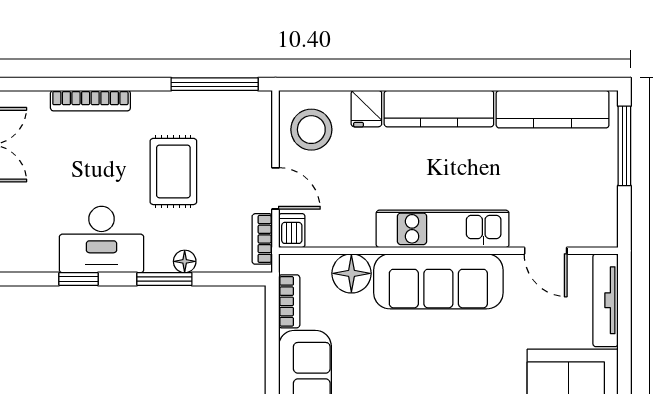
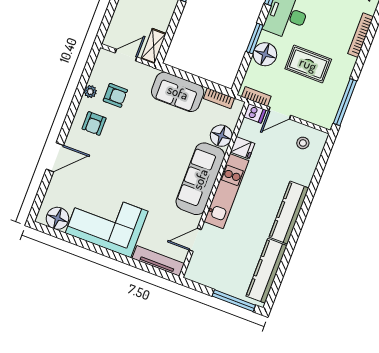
fridge: (366, 109) -> (243, 148), moved, turned 180
stool: (311, 130) -> (303, 143), width x0.53, depth x0.53
floor lamp: (185, 261) -> (265, 54), width x1.89, depth x1.89

